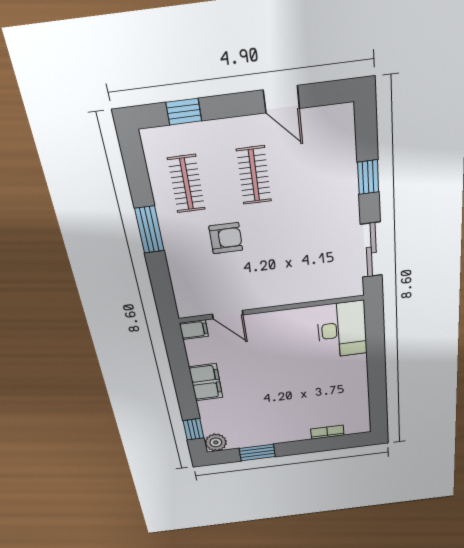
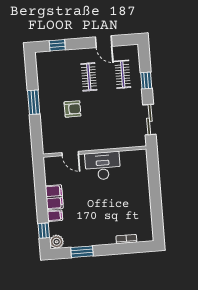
clothes rail: (186, 184) -> (123, 74), moved
filing cabinet: (194, 330) -> (55, 216), moved
desk: (342, 330) -> (103, 166), moved, turned -90

